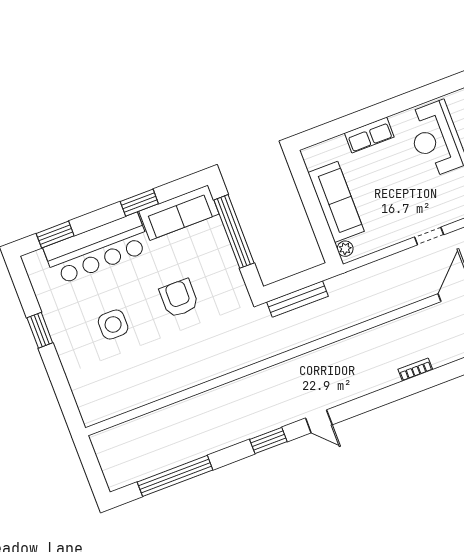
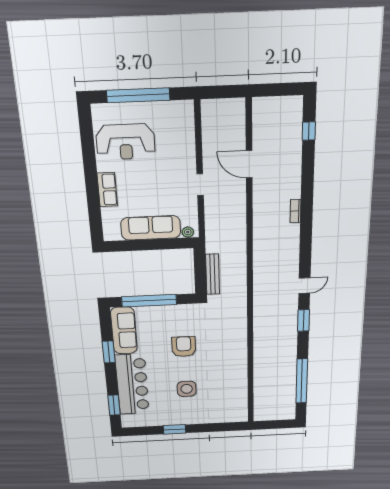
doorway: (429, 236) -> (200, 185), moved
armchair: (179, 298) -> (184, 347), turned 90

